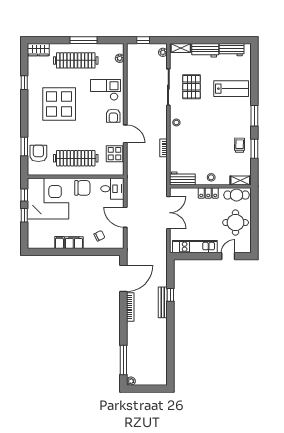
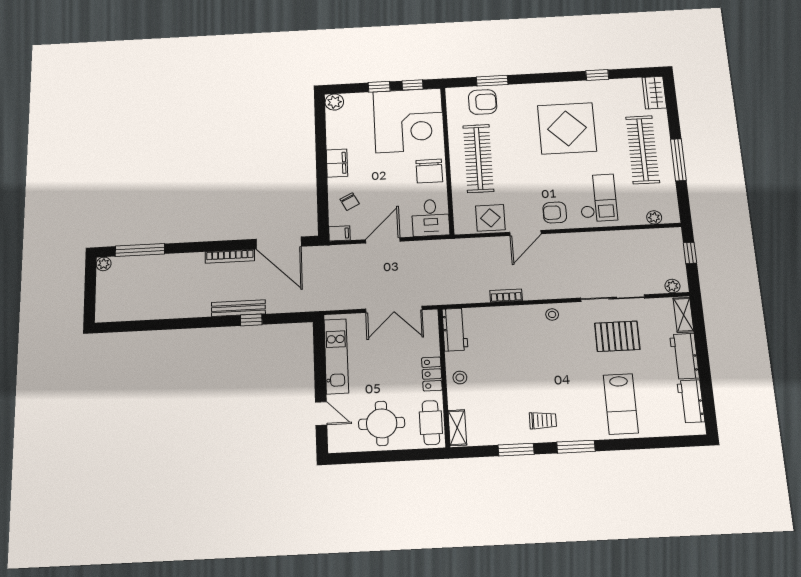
trolley: (240, 145) -> (543, 420), moved
filing cabinet: (59, 242) -> (339, 233), moved
plant: (33, 243) -> (334, 102), added

